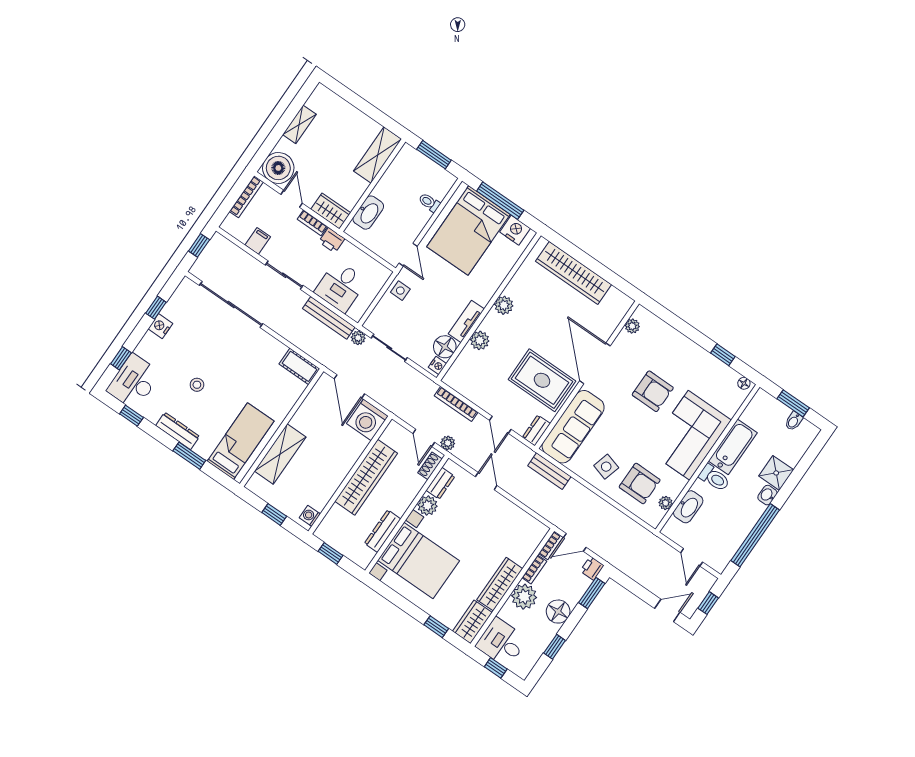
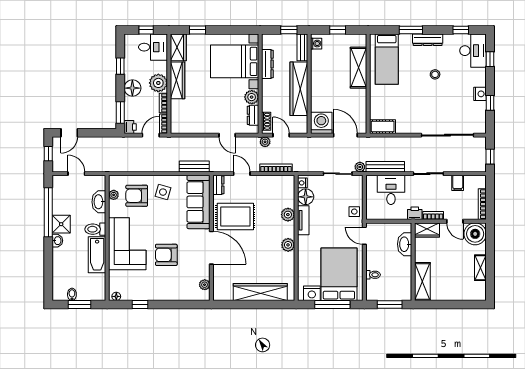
shower: (776, 473) -> (61, 224), moved
bench: (329, 522) -> (302, 47), added

